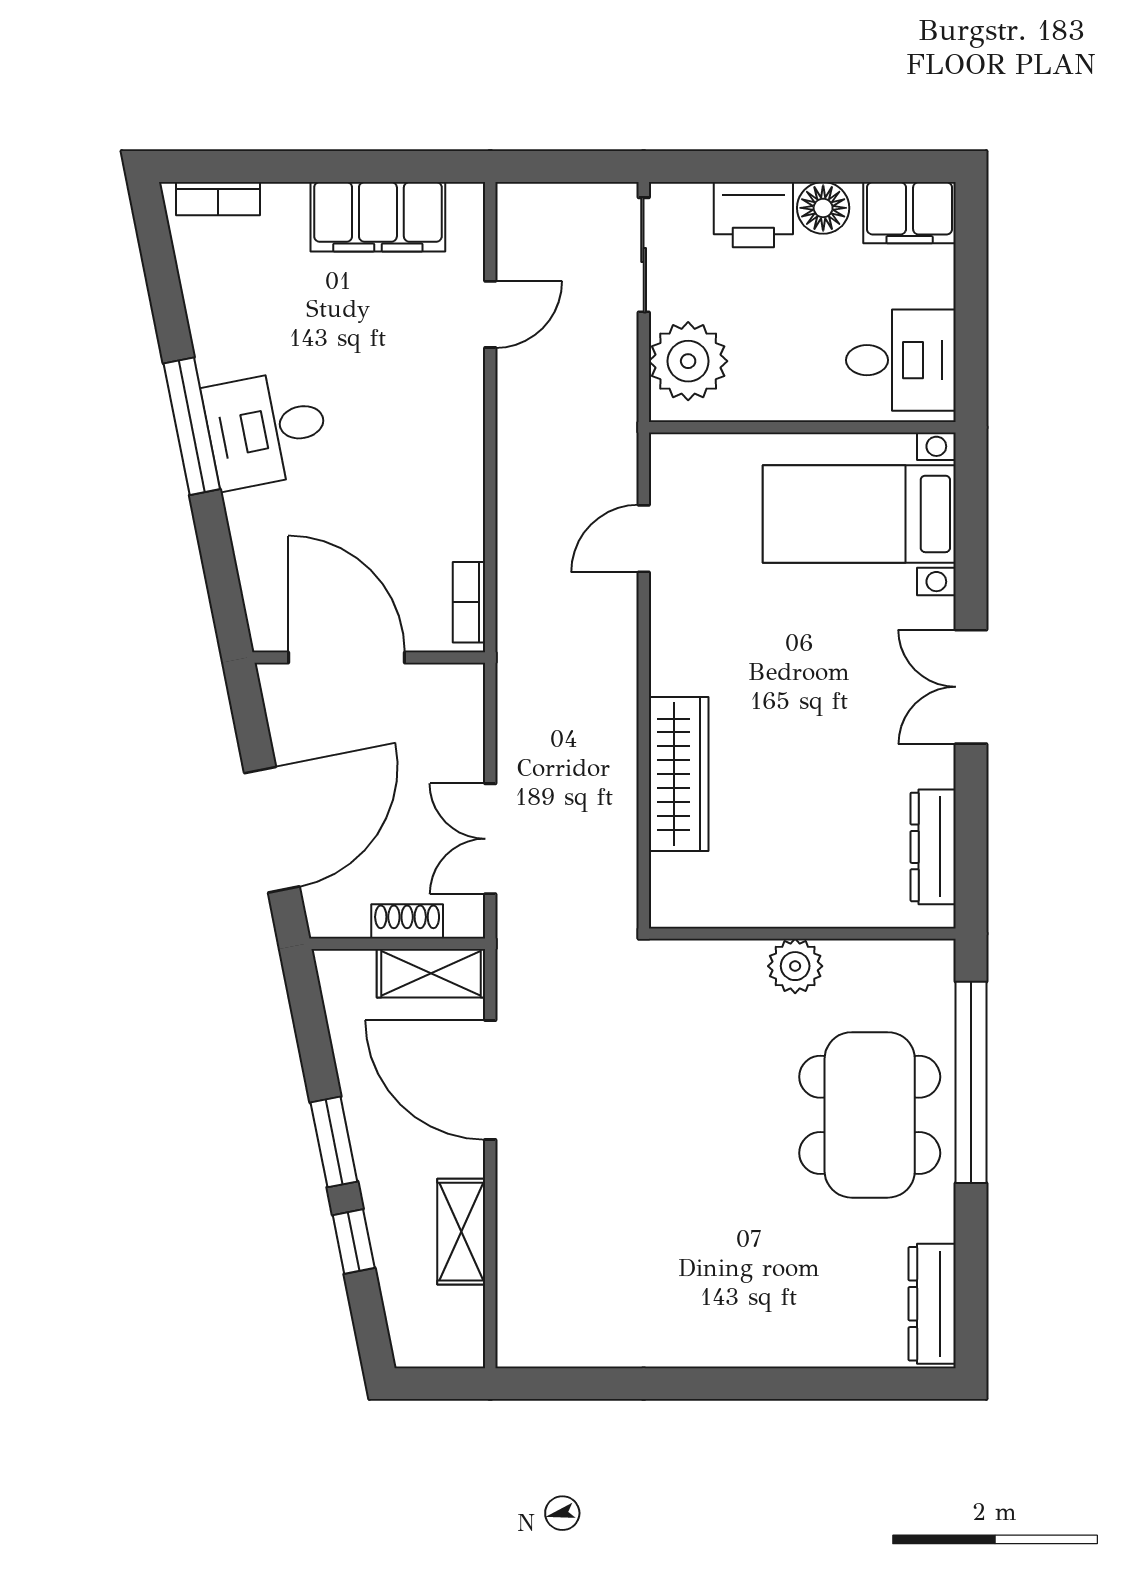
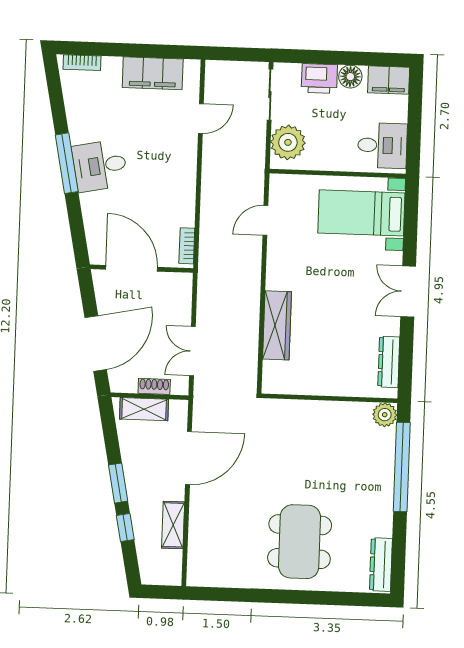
plant: (795, 966) -> (385, 415), moved
shelving: (431, 973) -> (144, 409), moved
door: (490, 1080) -> (188, 458), swing flipped
dining table: (870, 1115) -> (300, 542), moved

